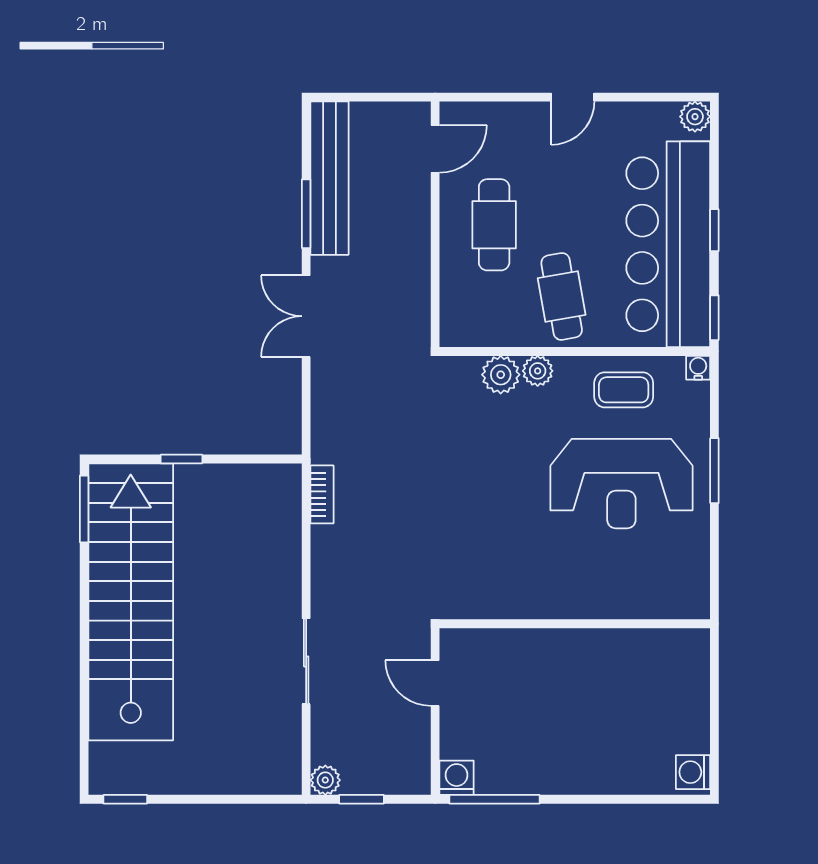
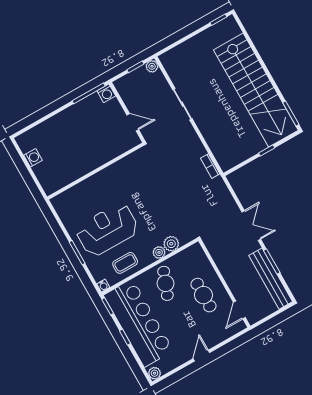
cafe table: (562, 296) -> (165, 283), turned 31
washing machine: (693, 772) -> (33, 158), moved

